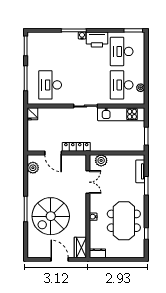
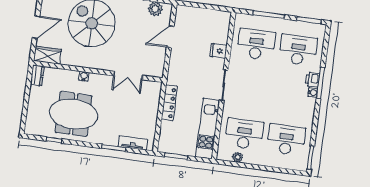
printer: (97, 40) -> (312, 80), moved, width x0.53, depth x0.68
desk: (50, 51) -> (298, 50), added
fridge: (32, 114) -> (218, 51), moved
locker: (76, 147) -> (169, 103), moved
plant: (101, 160) -> (153, 96), removed

